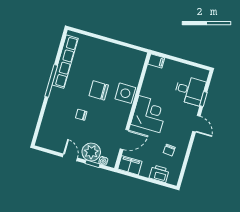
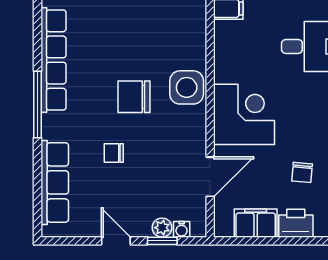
row of seats: (49, 121) -> (55, 182), added
plant: (91, 152) -> (162, 228), width x0.53, depth x0.53
filing cabinet: (130, 165) -> (256, 223), moved

